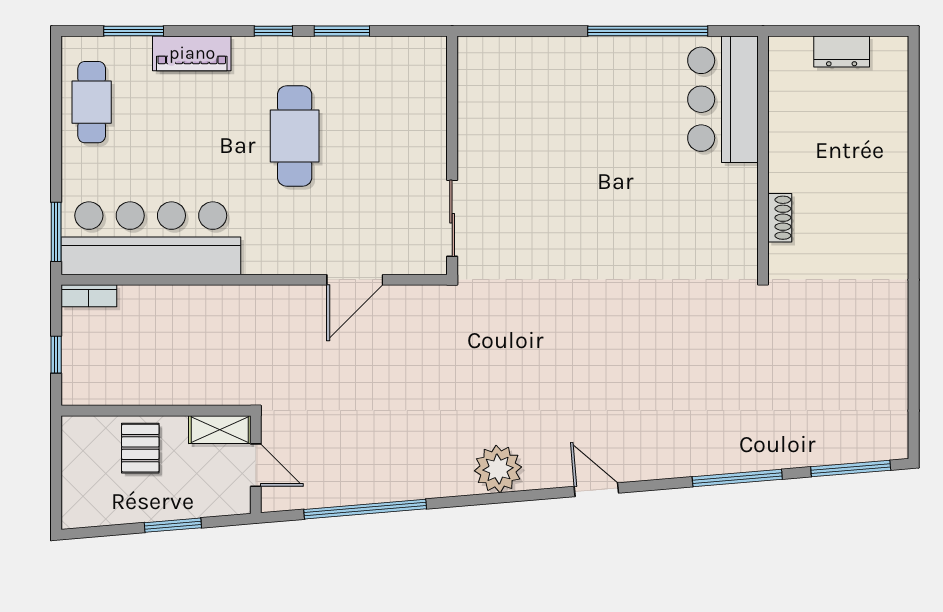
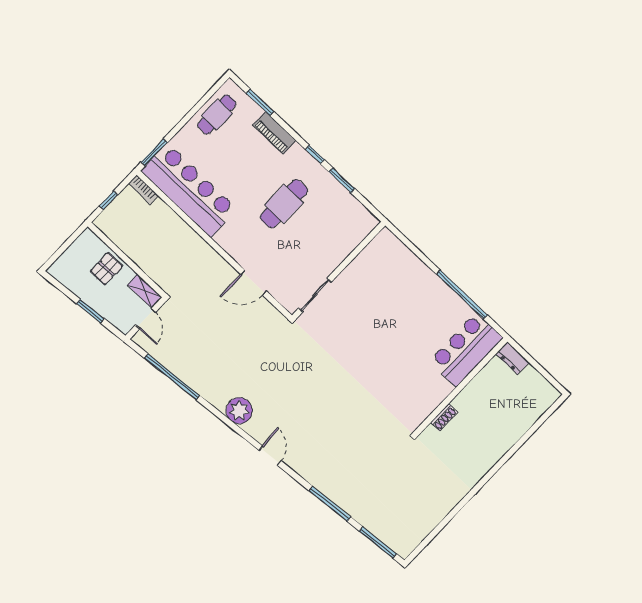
dresser: (842, 52) -> (512, 358), moved

